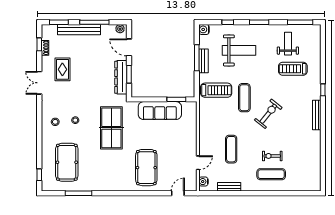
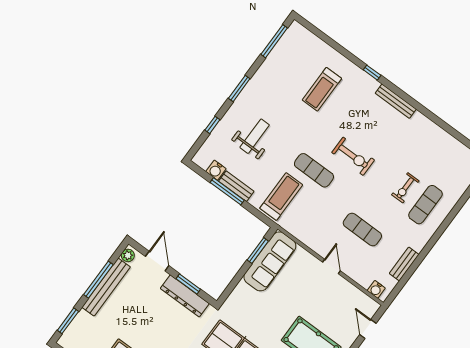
water cooler: (204, 29) -> (216, 170), moved
bench: (79, 30) -> (106, 287), moved
weight bench: (288, 44) -> (289, 74), removed
door: (129, 47) -> (157, 261), swing flipped
weight bench: (239, 50) -> (255, 136), width x0.73, depth x0.75
sofa: (160, 111) -> (270, 261), moved
exercise bike: (268, 114) -> (353, 156), turned 141
door: (198, 163) -> (331, 266), moved

